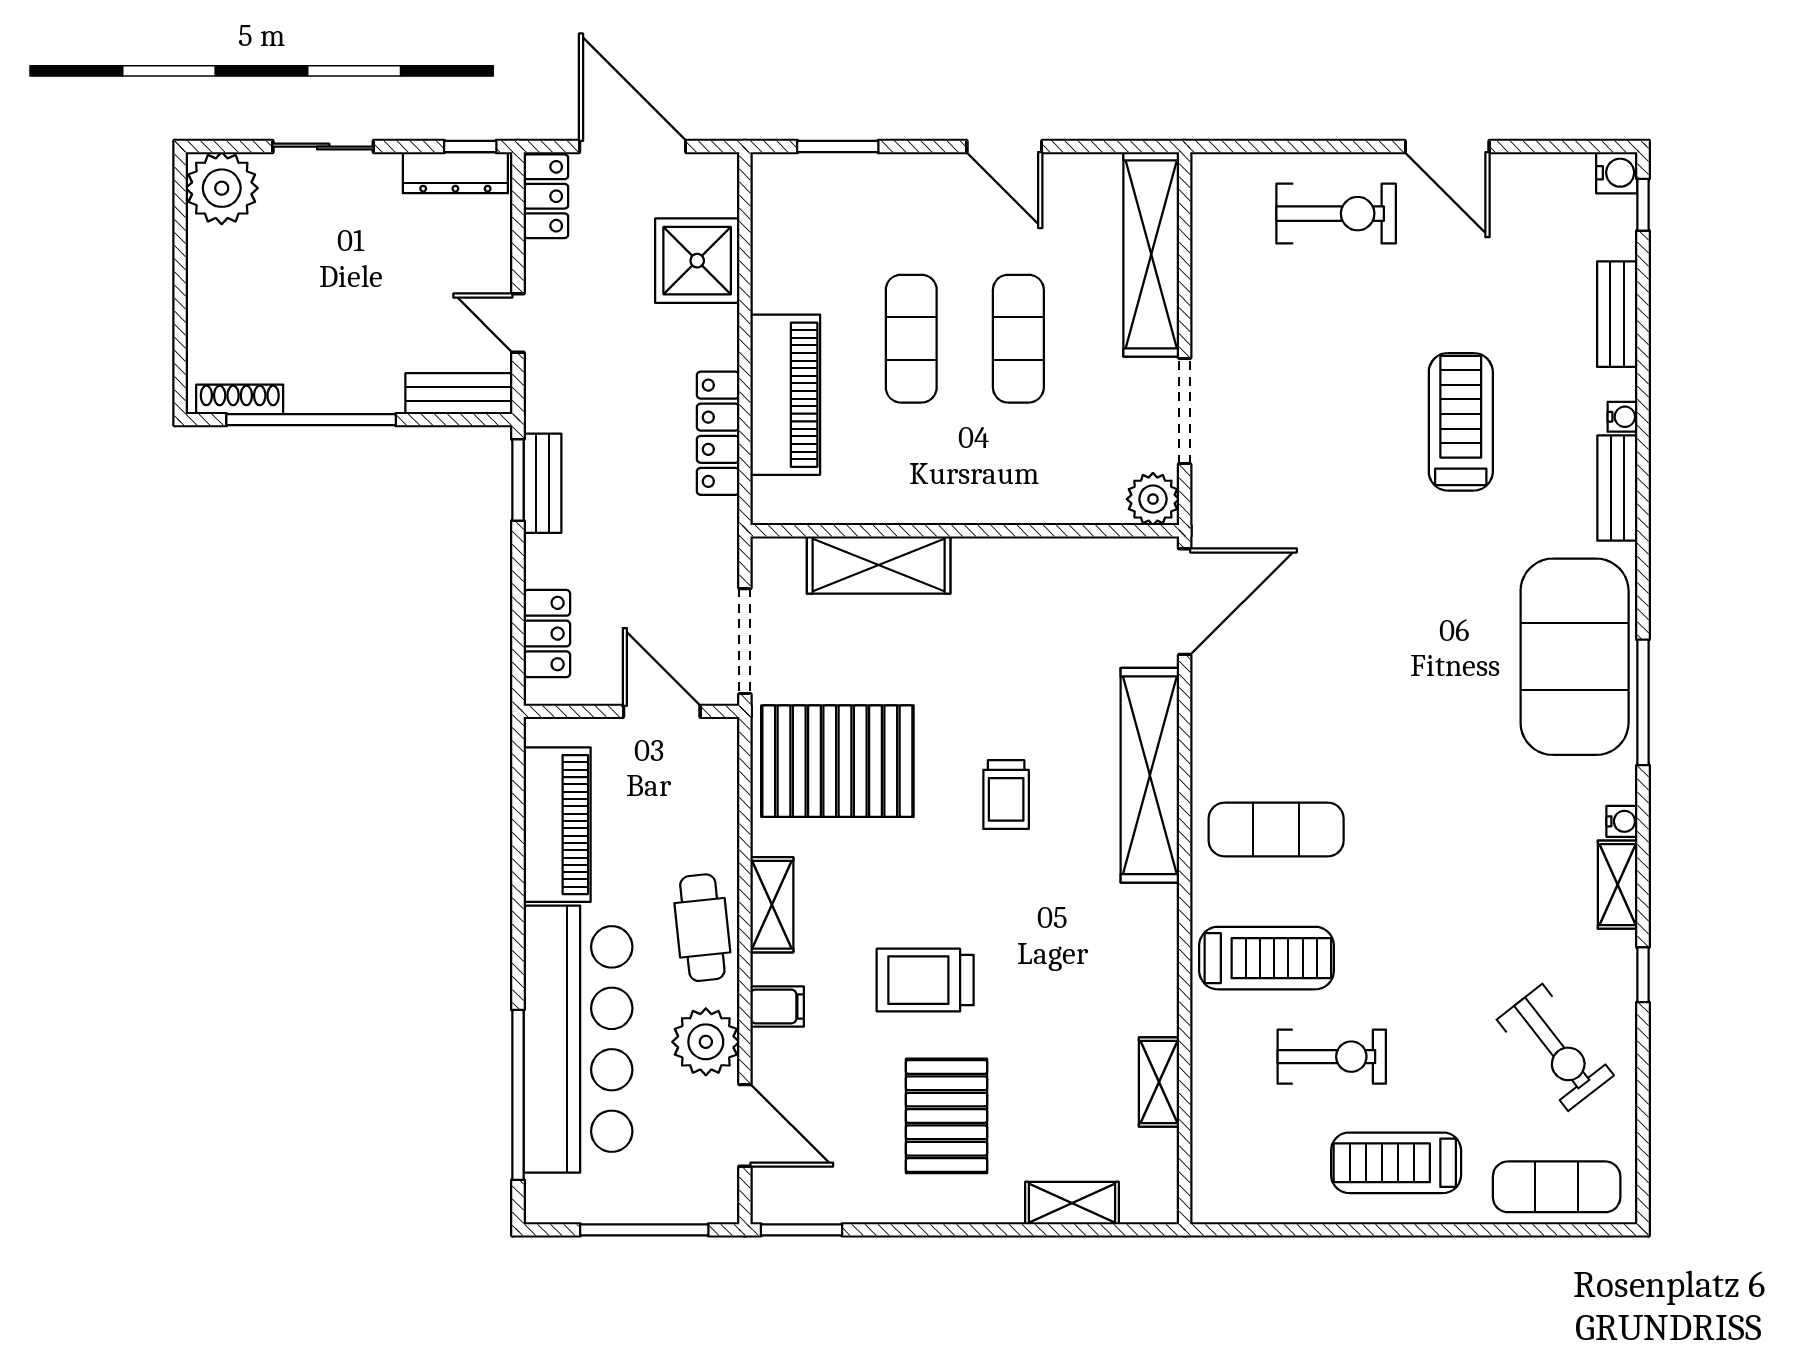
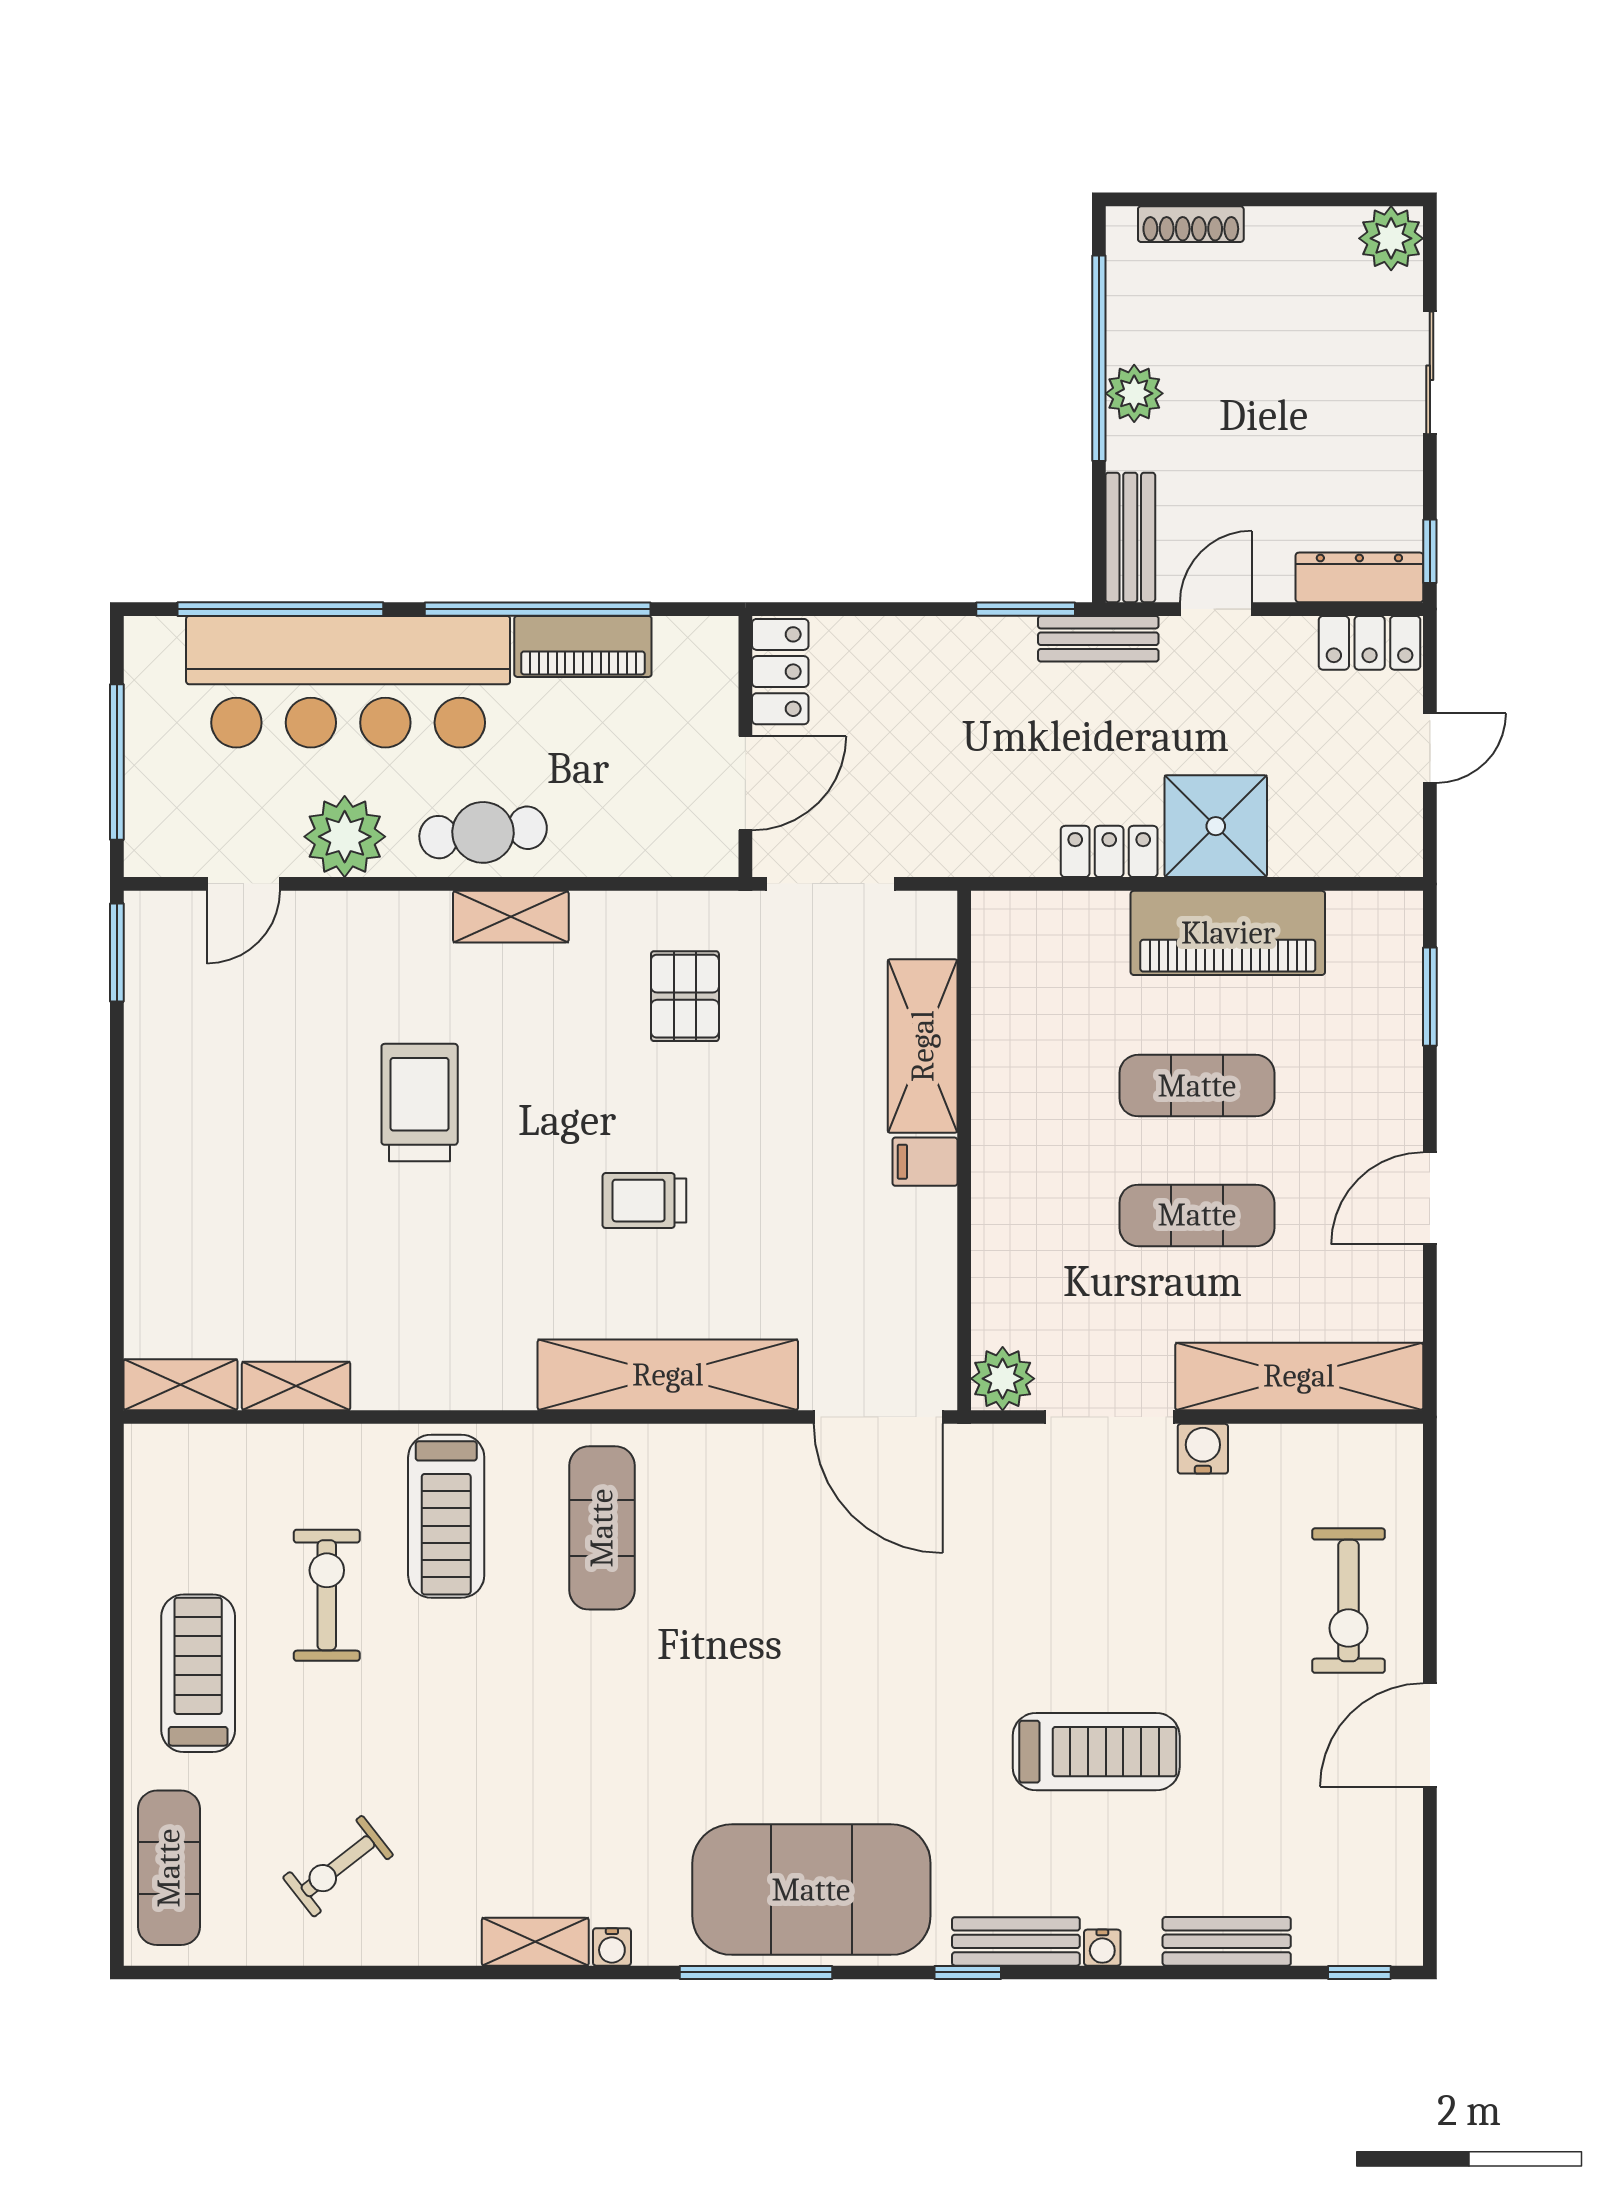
door: (633, 147) -> (1430, 748), width x0.53
dresser: (455, 173) -> (1359, 577), moved, turned 90
water cooler: (1617, 173) -> (1203, 1449), moved, turned 180
plant: (222, 188) -> (1391, 238), width x0.73, depth x0.73
shower: (697, 261) -> (1216, 826), moved
plant: (340, 390) -> (1134, 393), added
piano: (785, 395) -> (1228, 933), moved
shoe rack: (240, 399) -> (1191, 224), moved, turned 90
locker: (718, 433) -> (1109, 851), width x0.66
bench: (543, 483) -> (1098, 639), moved
locker: (547, 634) -> (780, 672), moved, turned -90
pallet: (837, 761) -> (685, 996), width x0.49, depth x0.50
piano: (557, 825) -> (583, 646), width x0.73, depth x0.75
window: (518, 883) -> (538, 609), added
window: (1643, 975) -> (968, 1972), moved
filing cabinet: (777, 1006) -> (925, 1162), moved, turned 90
exercise bike: (1555, 1047) -> (338, 1866), width x0.73, depth x0.72
exercise bike: (1332, 1057) -> (327, 1595), turned 180
pallet: (946, 1116) -> (255, 1128), removed
door: (745, 1125) -> (243, 884), width x0.73
shelving: (1072, 1203) -> (181, 1385), moved, turned 90

